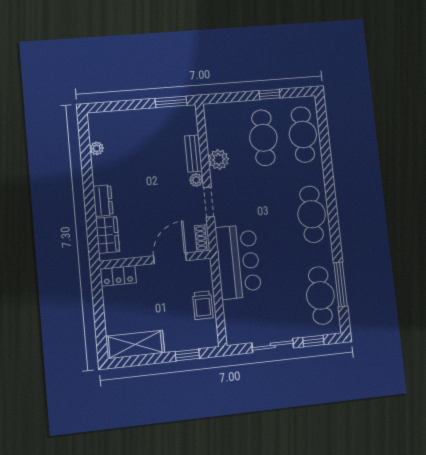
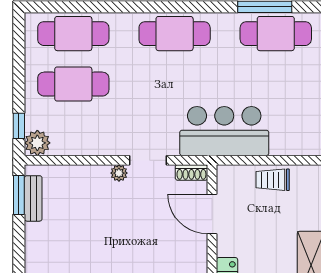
window: (270, 94) -> (19, 126), moved
bench: (193, 154) -> (33, 198), moved, turned 90
plant: (219, 159) -> (37, 143), moved
trolley: (203, 305) -> (273, 180), turned 180

